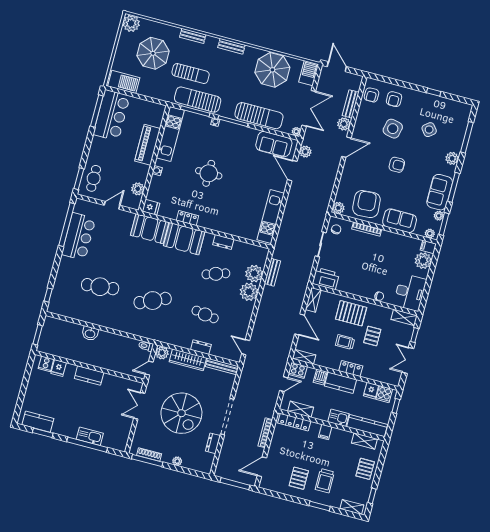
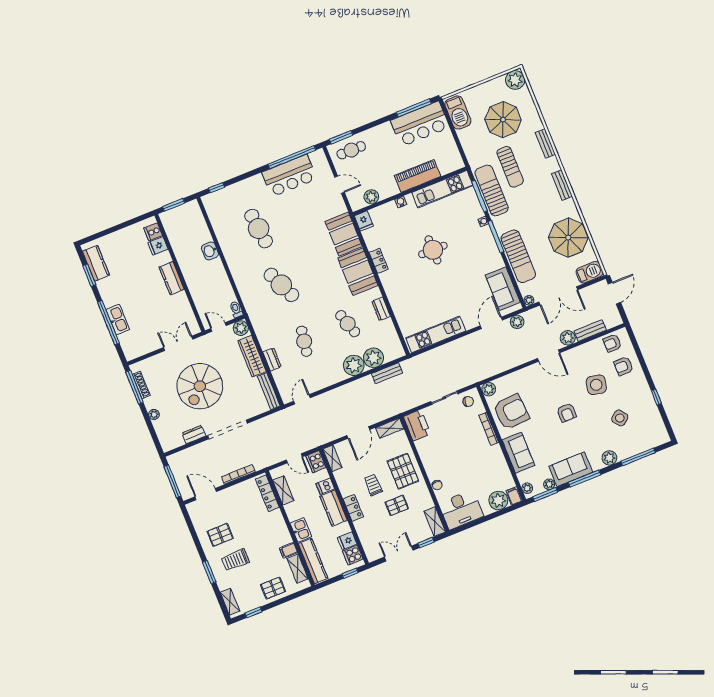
filing cabinet: (325, 432) -> (288, 550), moved

